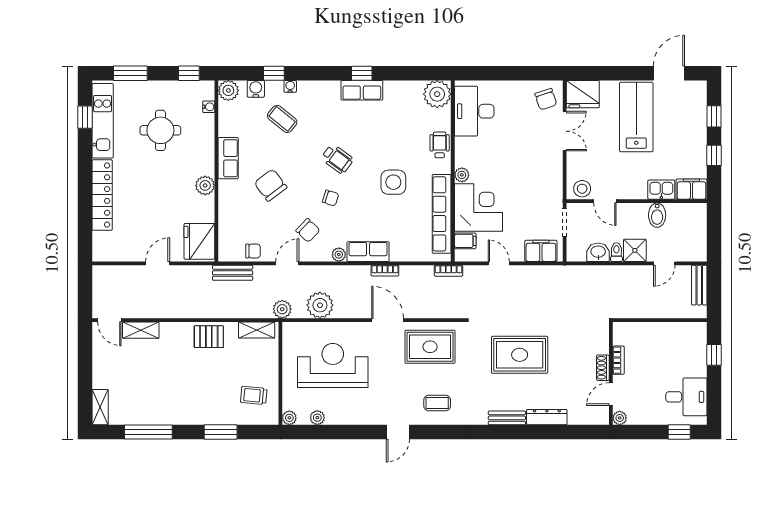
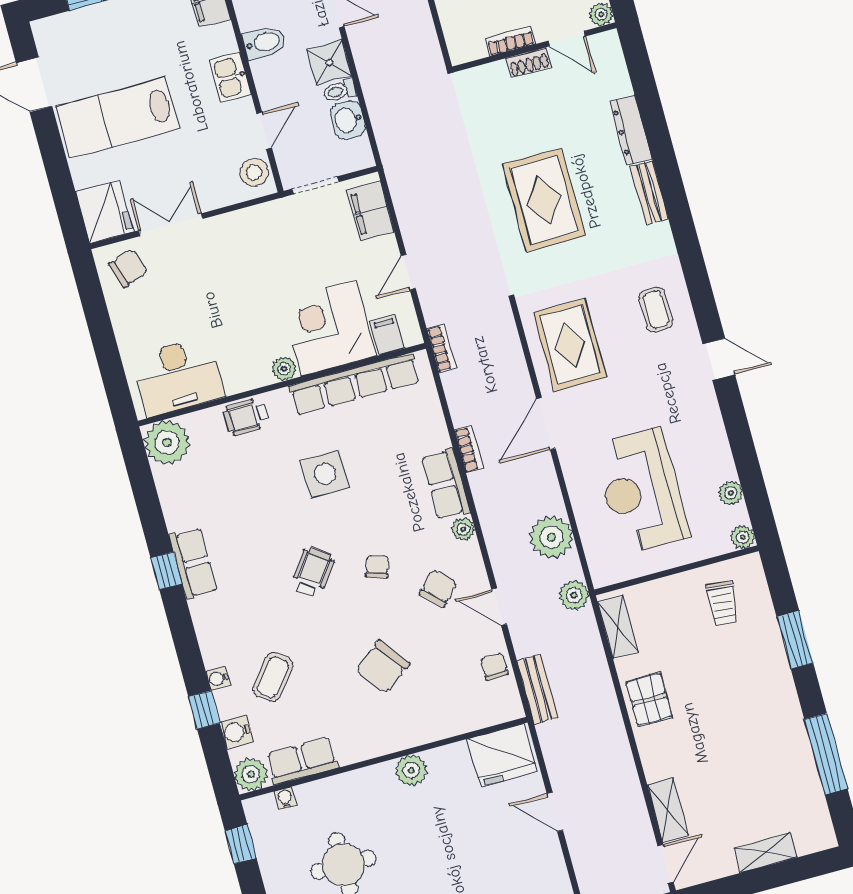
row of seats: (228, 158) -> (302, 761), moved
kitchen sink: (661, 190) -> (230, 77), moved
shelving: (100, 407) -> (766, 853), moved

